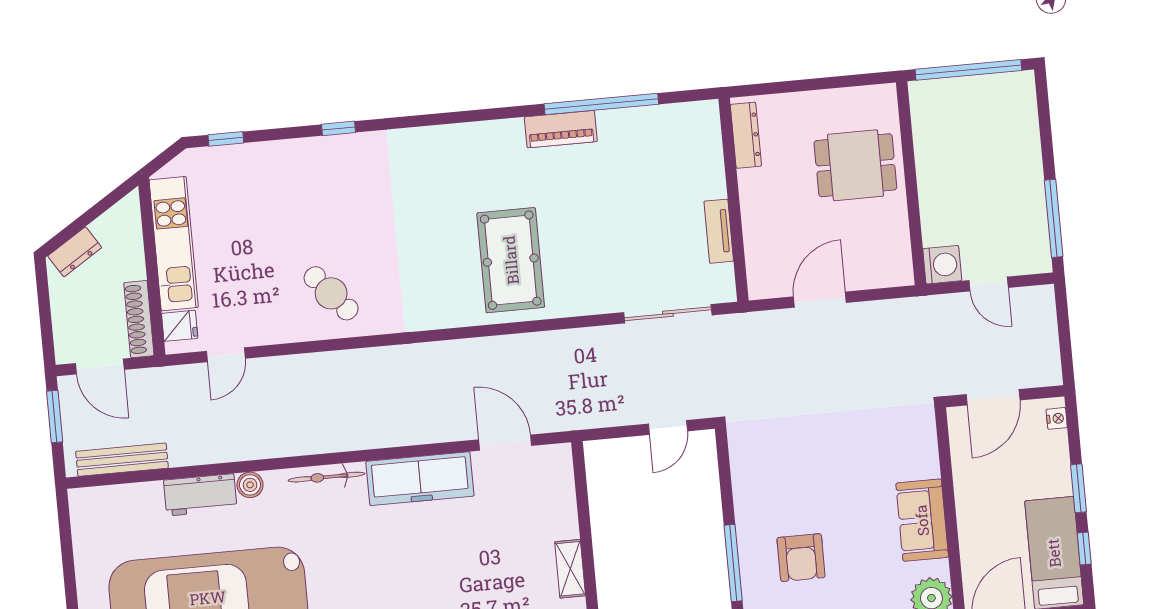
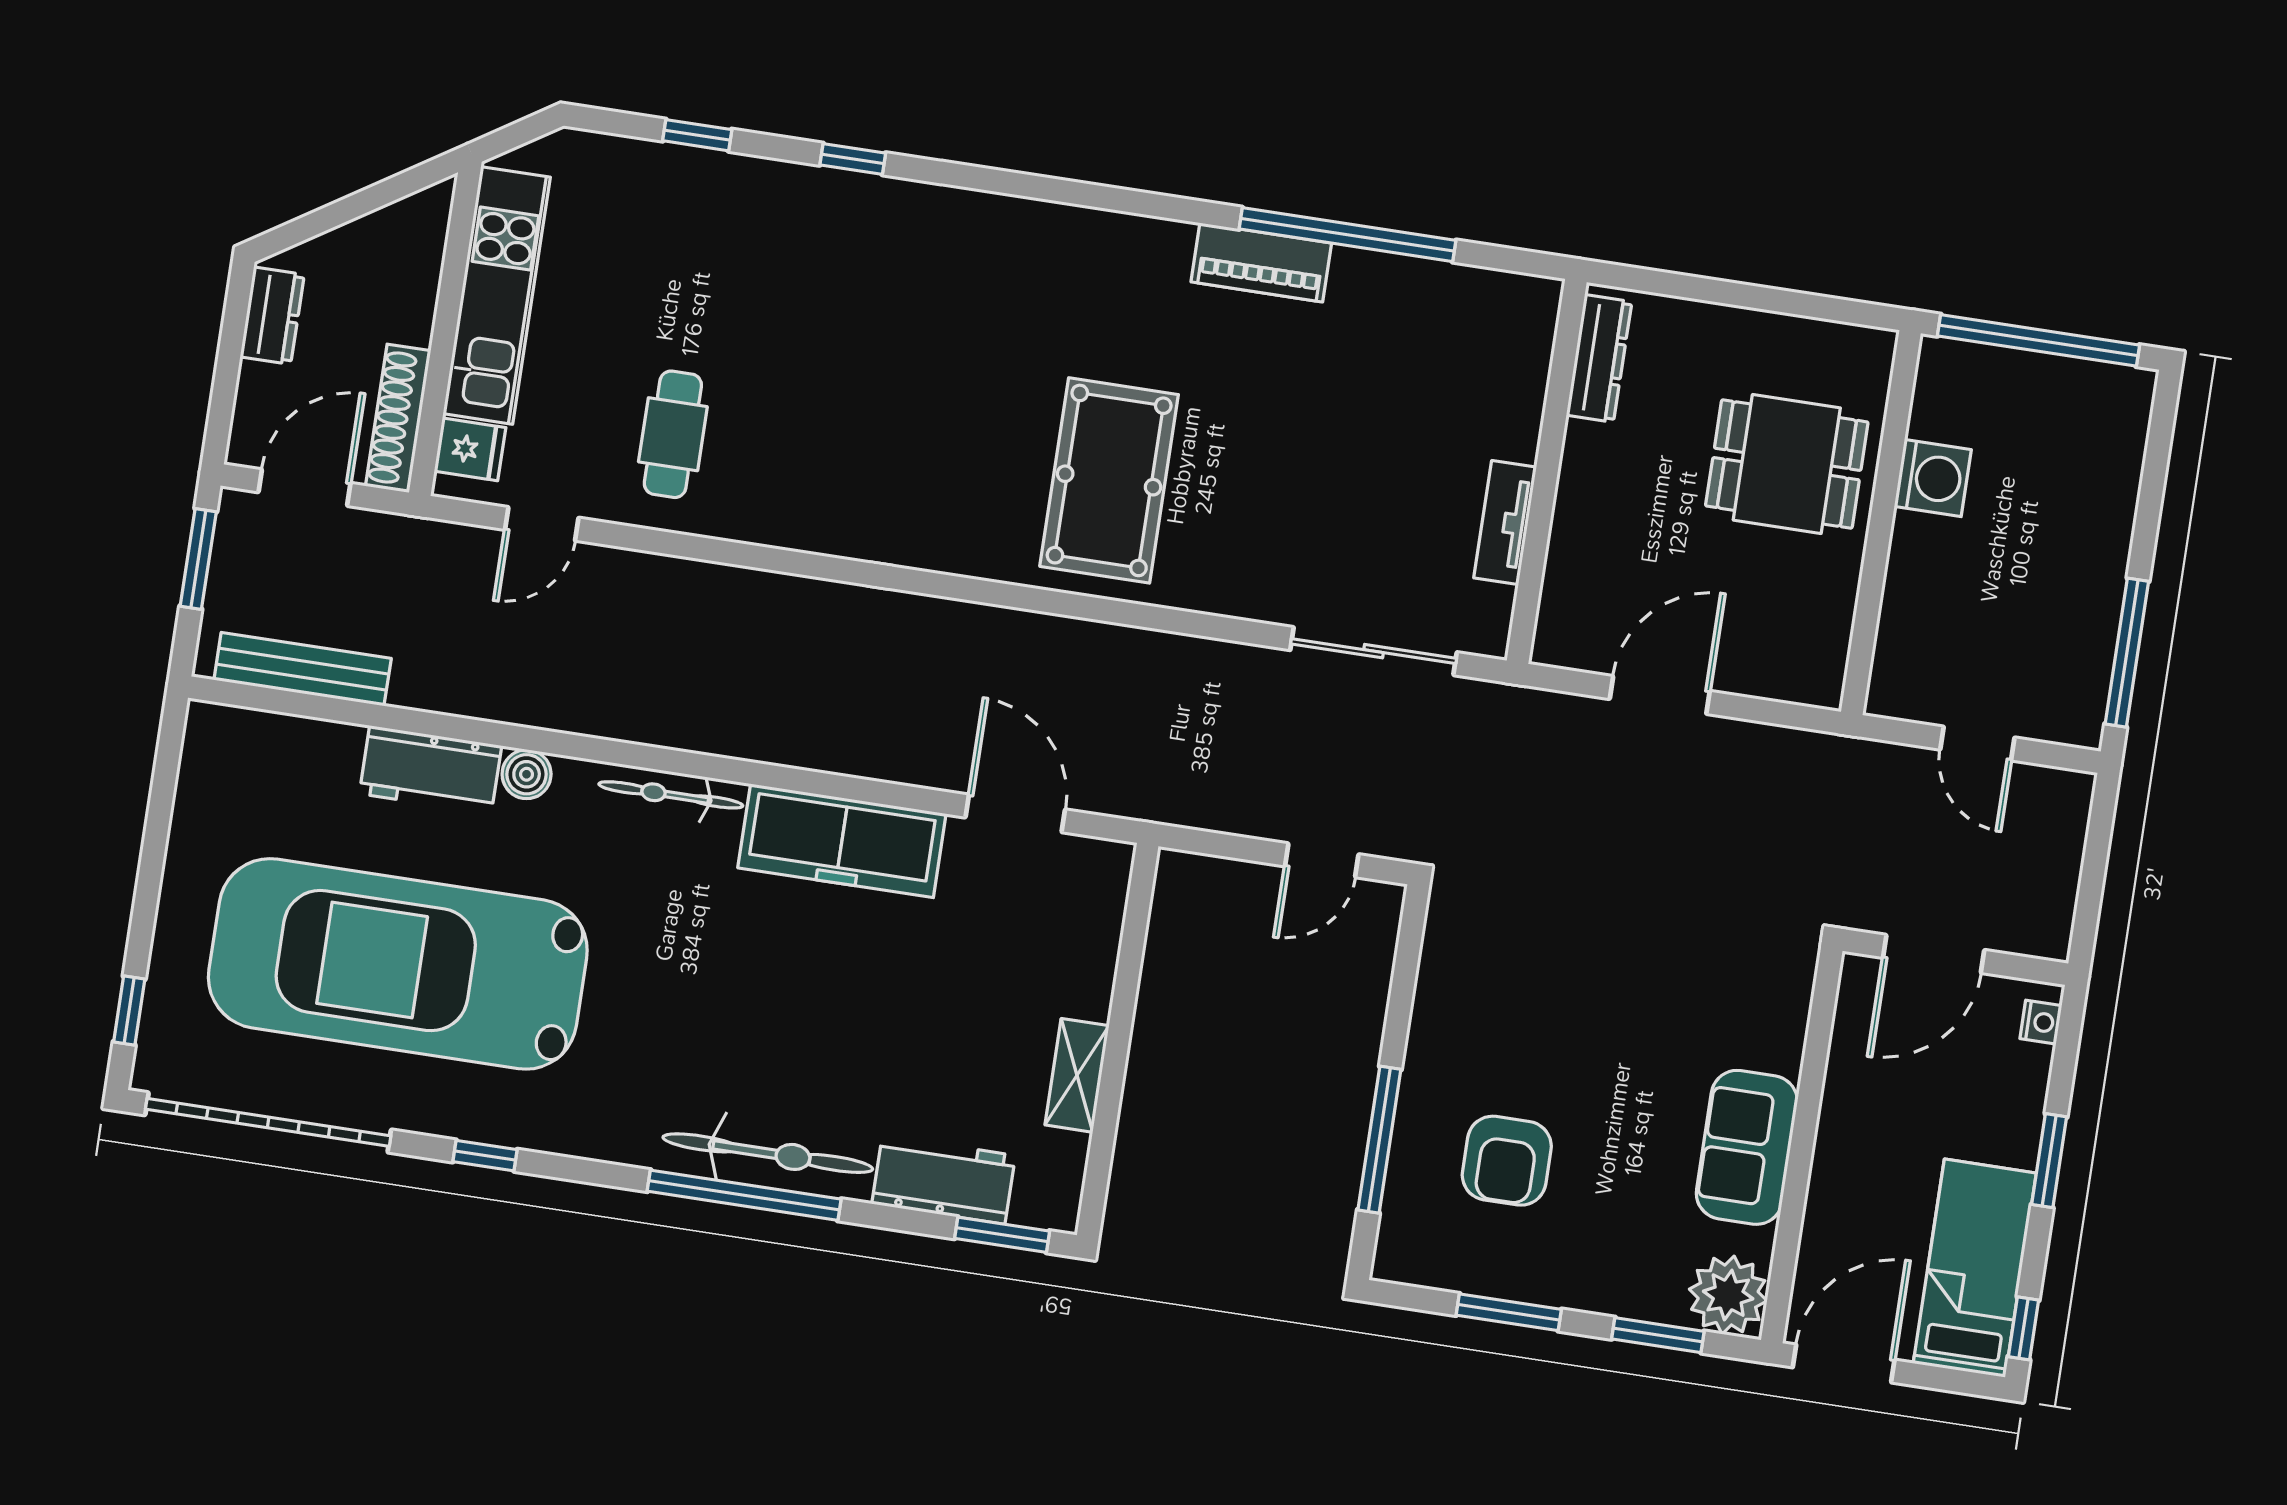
window: (226, 139) -> (697, 135), moved
dresser: (75, 252) -> (272, 316), moved, turned -57
washing machine: (942, 265) -> (1933, 478), moved
cafe table: (331, 293) -> (673, 434), moved, turned 40
door: (100, 366) -> (305, 488), swing flipped
window: (1084, 549) -> (2023, 1328), moved

